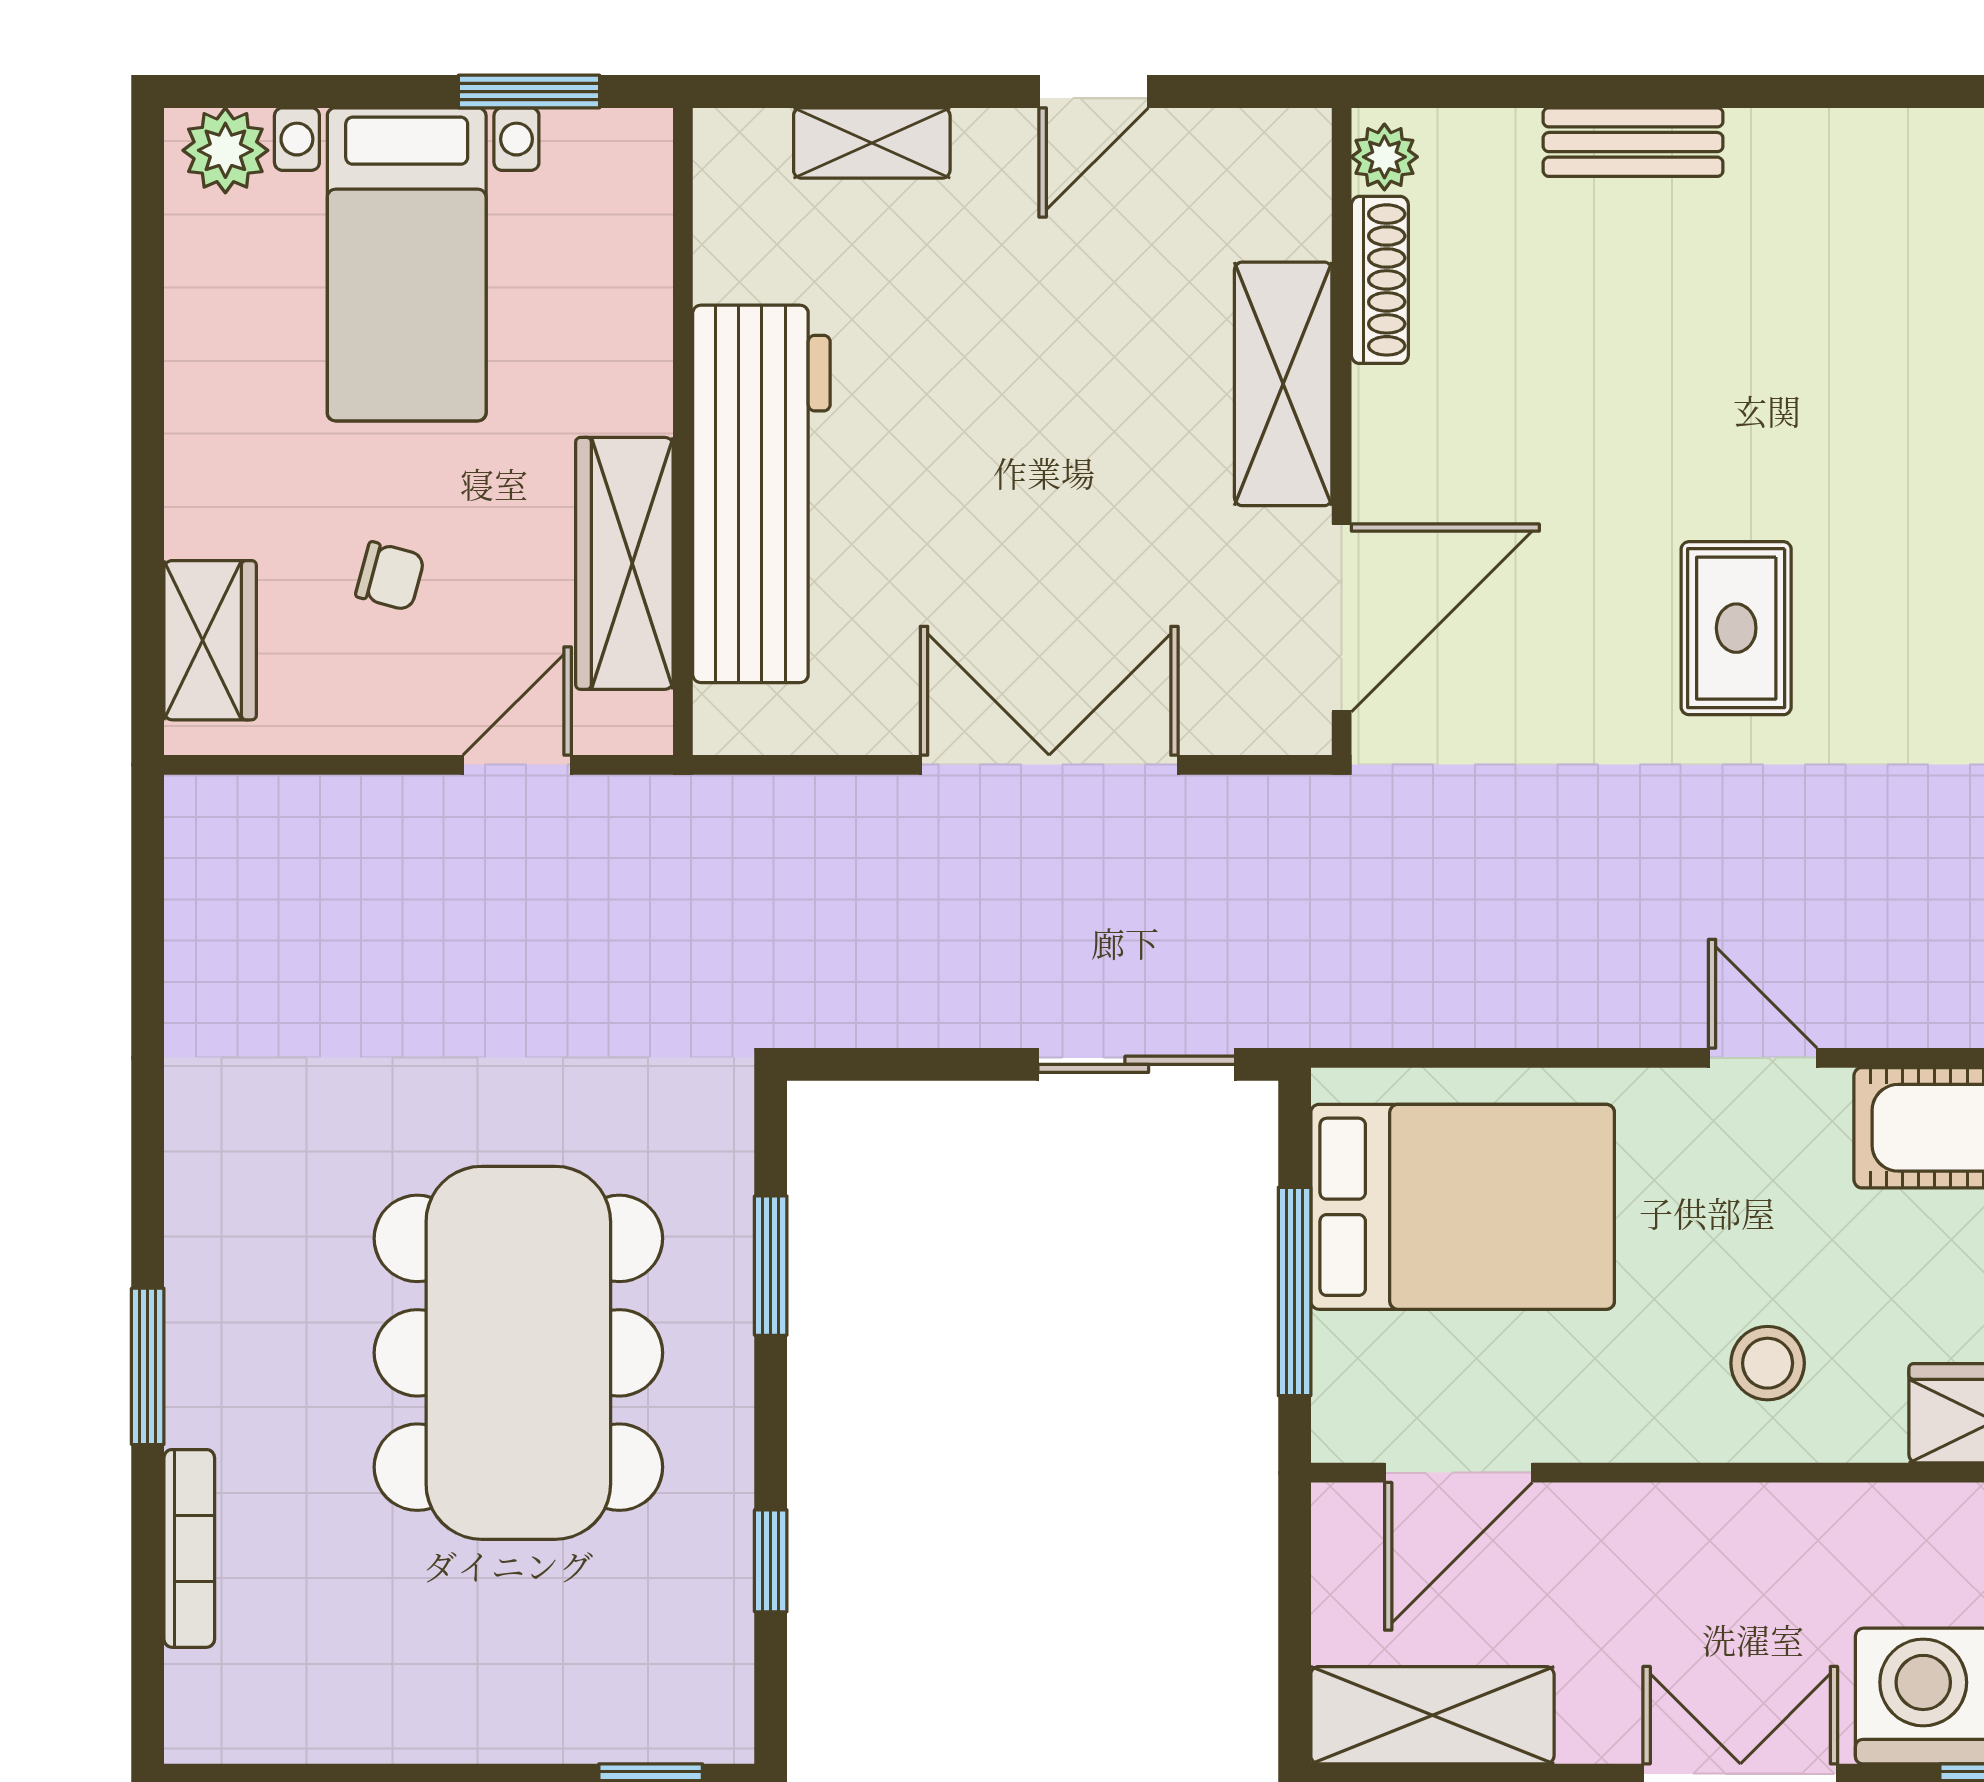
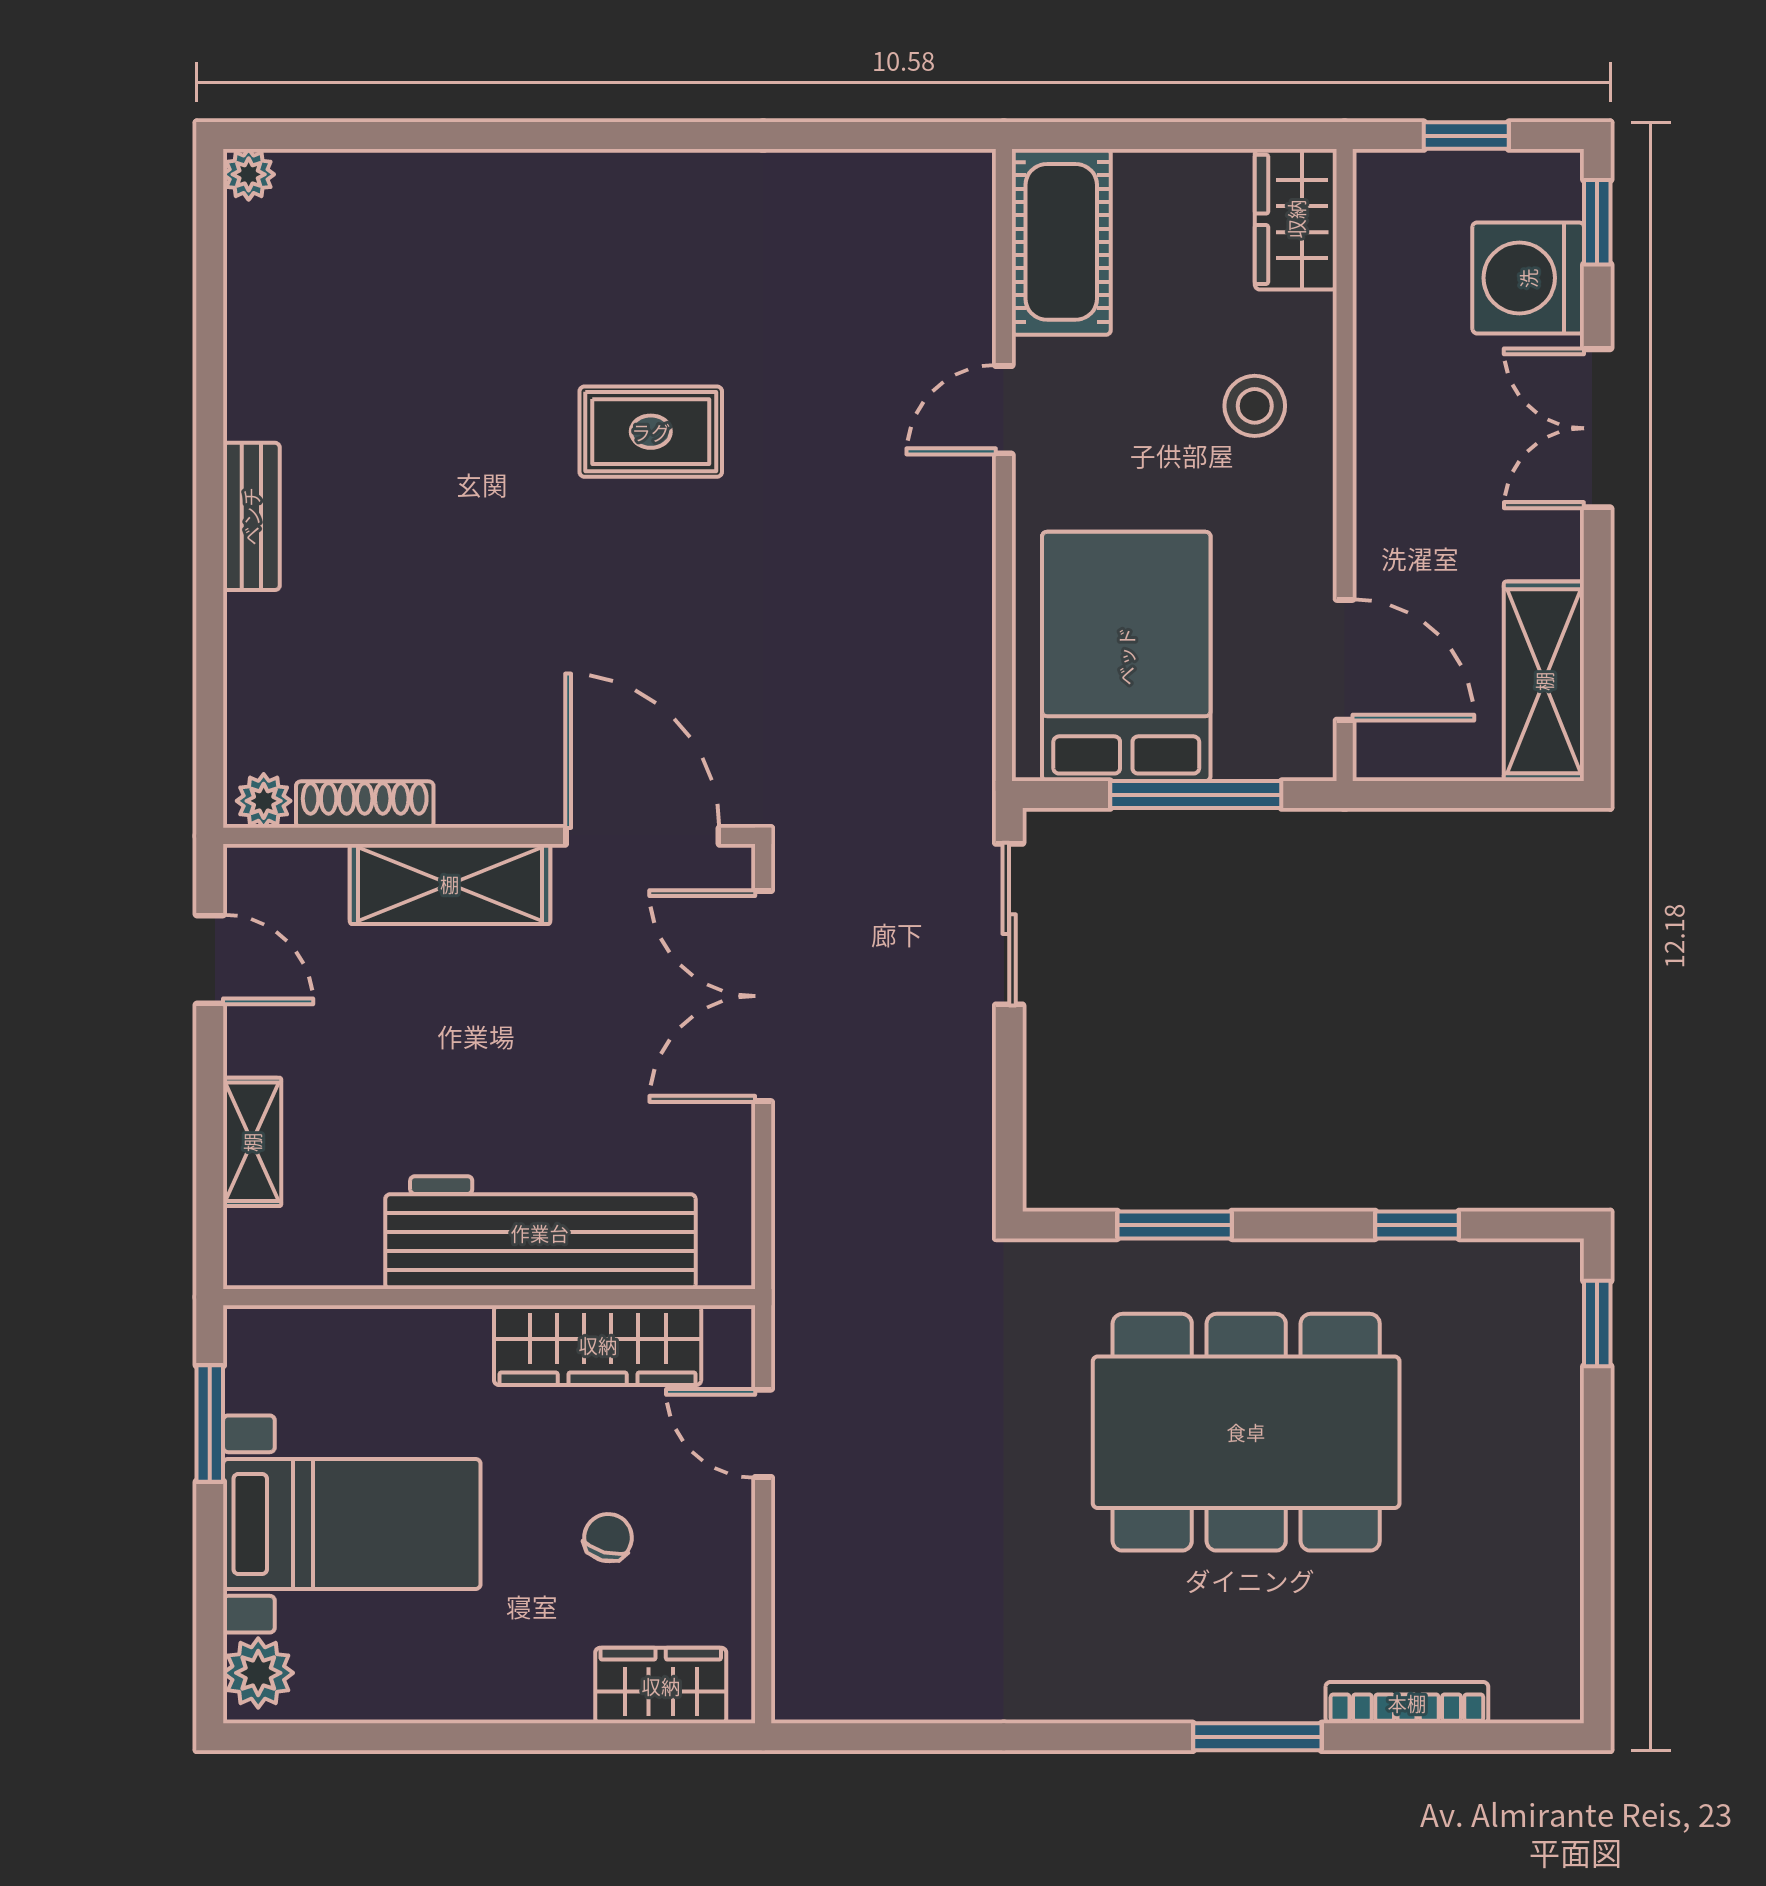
plant: (1384, 157) -> (264, 801), moved
shoe rack: (1380, 280) -> (365, 805), moved
shelving: (1283, 384) -> (450, 884), moved
wall: (1342, 431) -> (489, 836), moved
door: (1342, 618) -> (642, 836), moved

